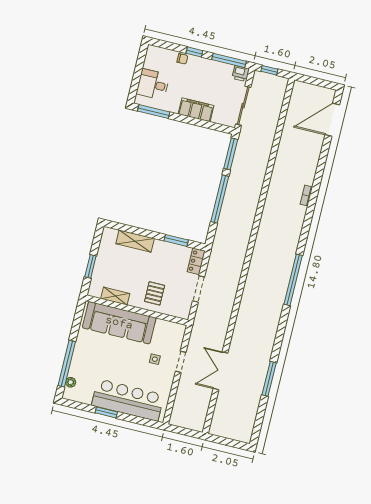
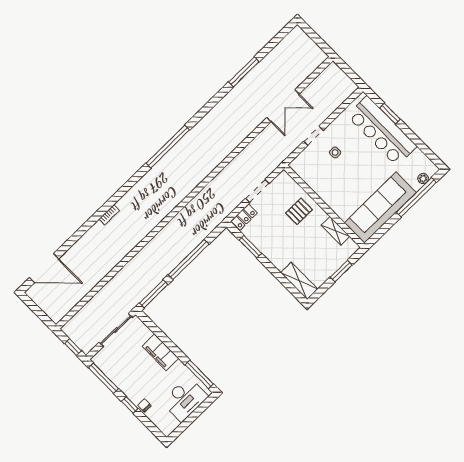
printer: (241, 74) -> (100, 360), removed
desk: (153, 84) -> (185, 399), width x1.37
shelving: (135, 241) -> (299, 281), moved
sofa: (119, 323) -> (380, 208), moved, turned -90
window: (106, 412) -> (390, 114), moved

